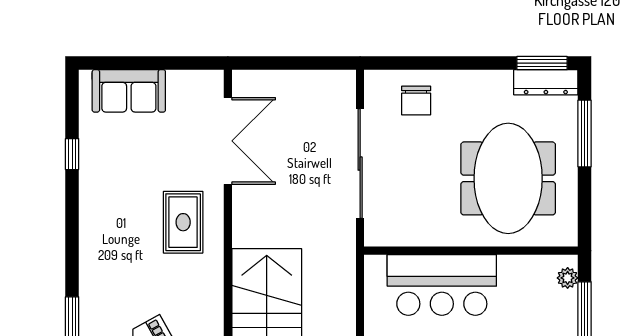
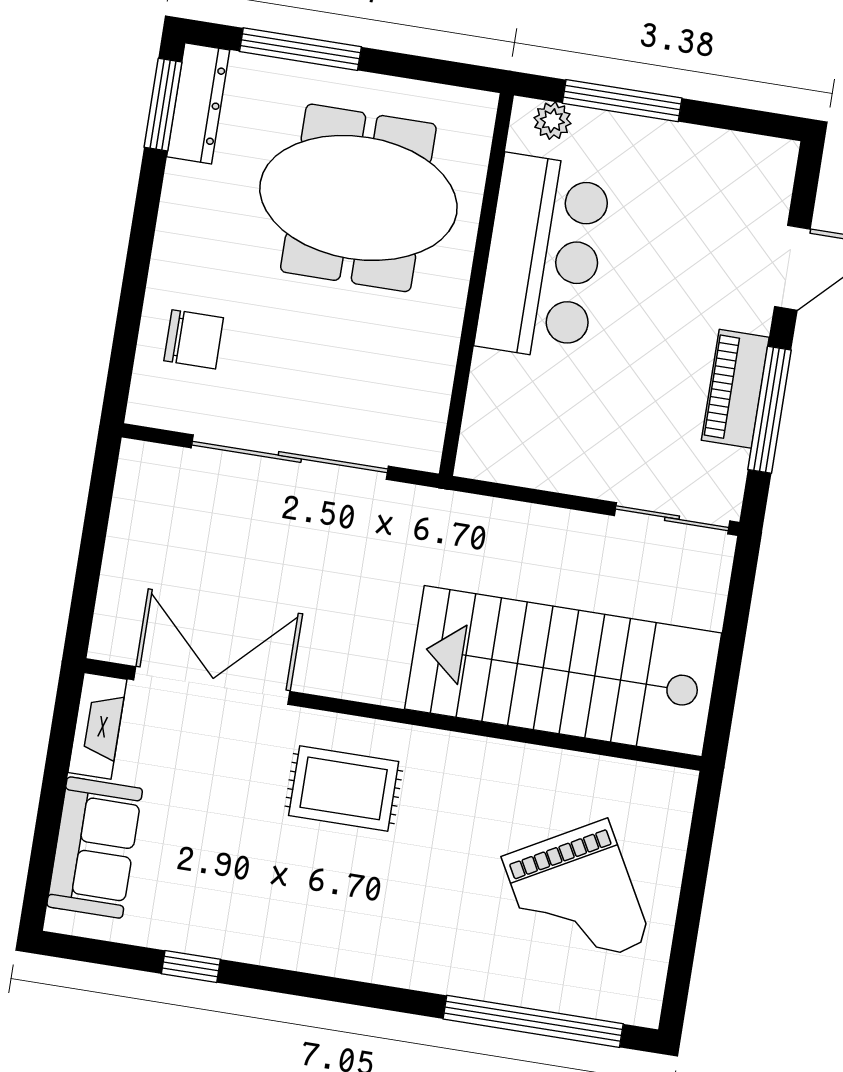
fireplace: (196, 82) -> (97, 726), added
bar counter: (442, 285) -> (543, 257), moved

